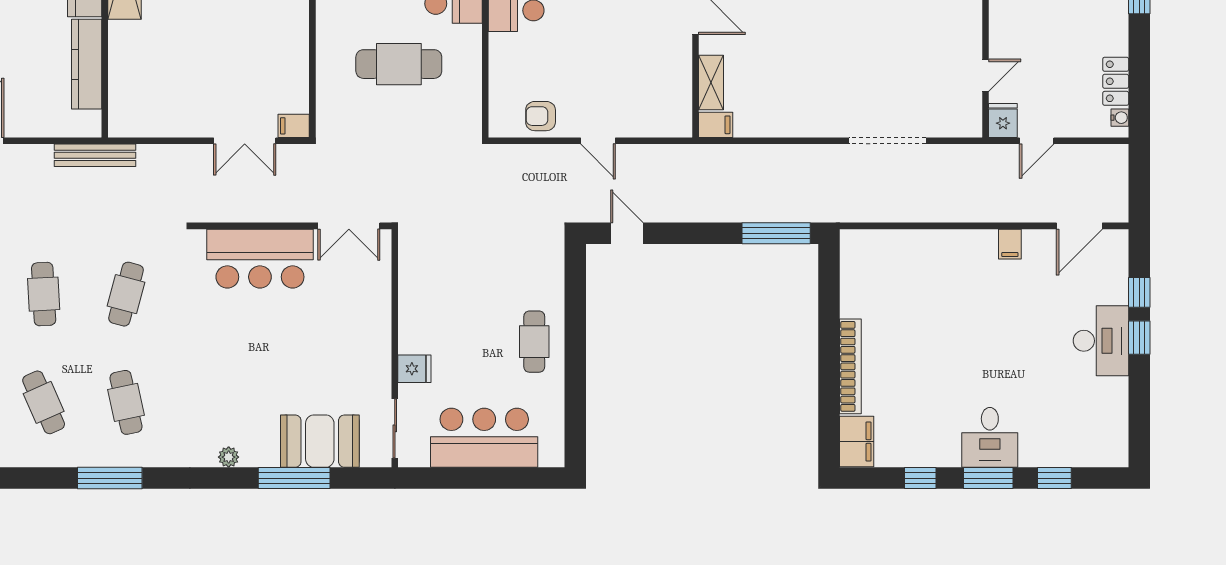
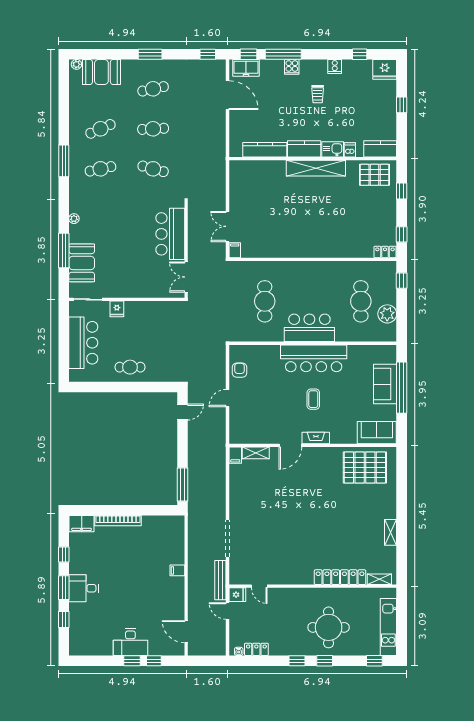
bench: (95, 155) -> (220, 580), moved
filing cabinet: (1010, 244) -> (177, 570), moved

